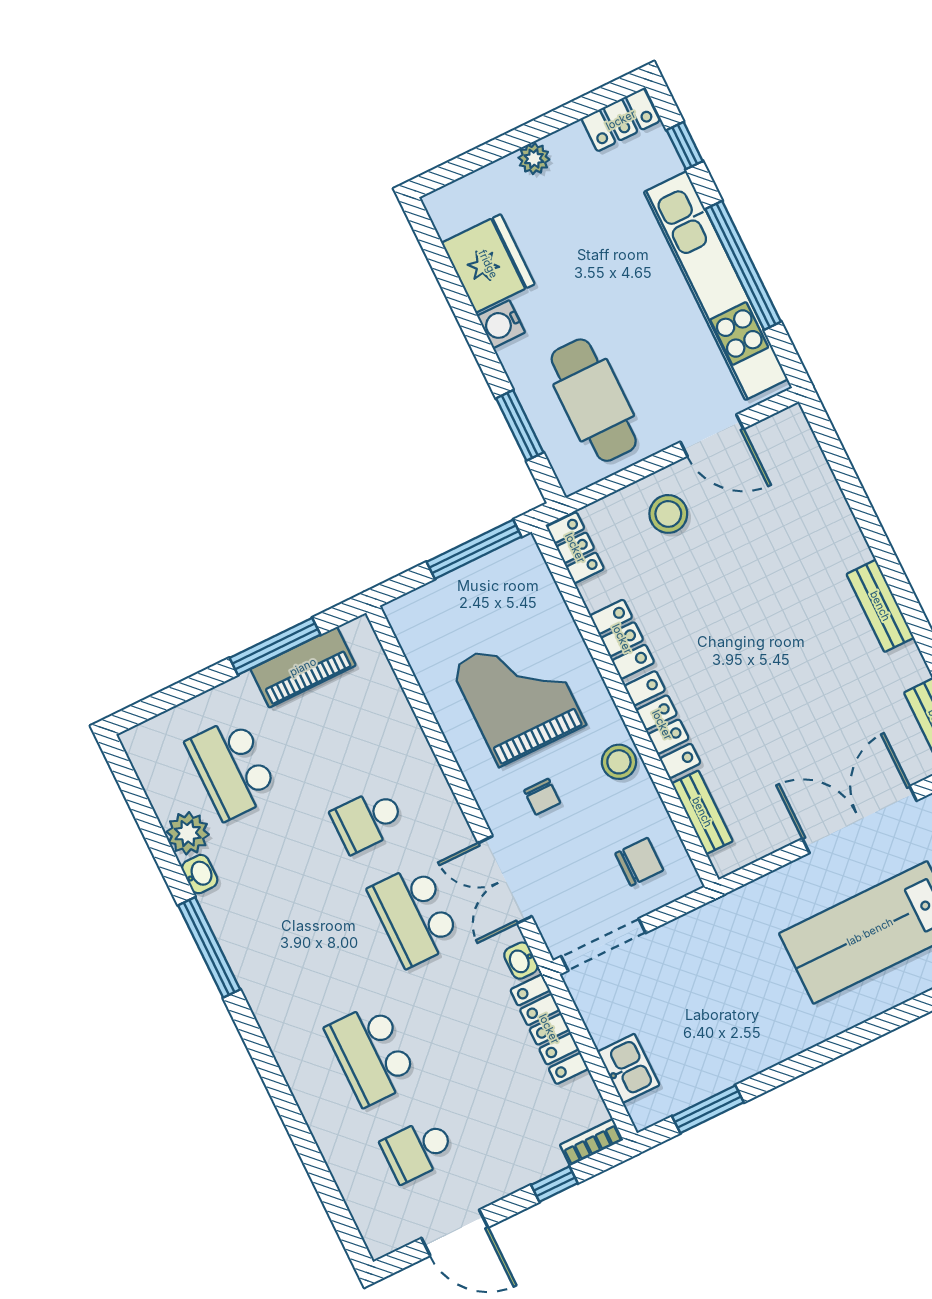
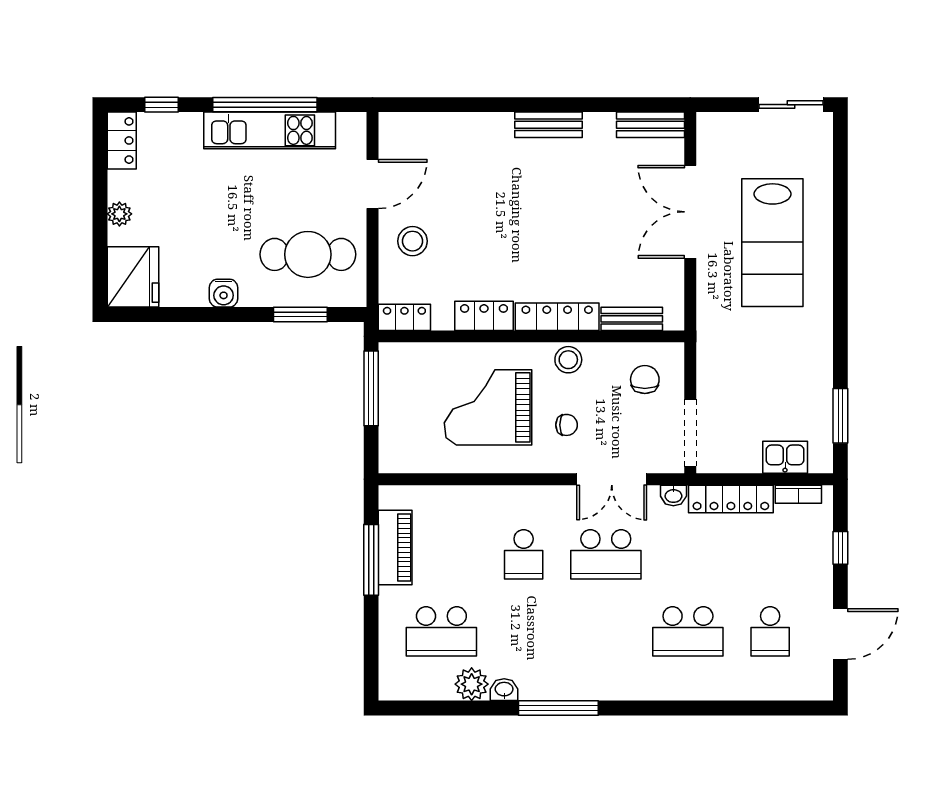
fridge: (488, 264) -> (133, 277), moved, turned 90
kitchen unit: (716, 286) -> (270, 130), width x0.73
bookcase: (591, 1142) -> (798, 494), moved, turned -90

